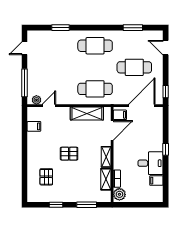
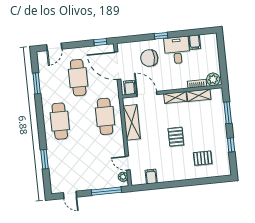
chair: (146, 136) -> (149, 58), added

